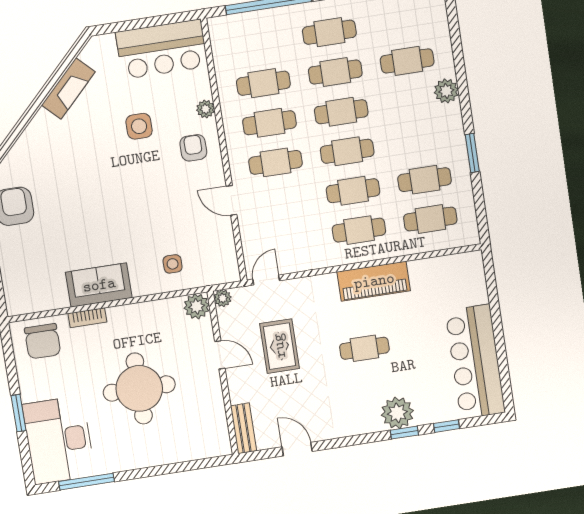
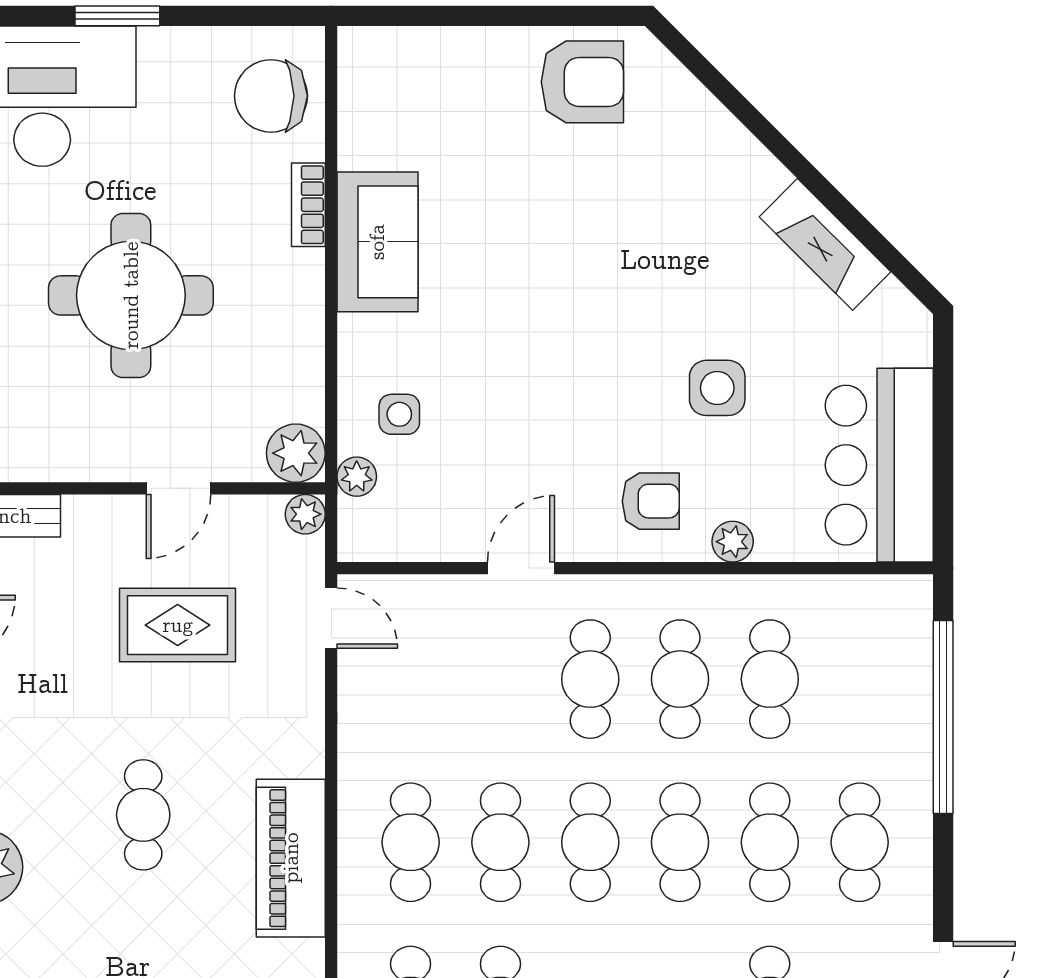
plant: (203, 278) -> (357, 477), added

